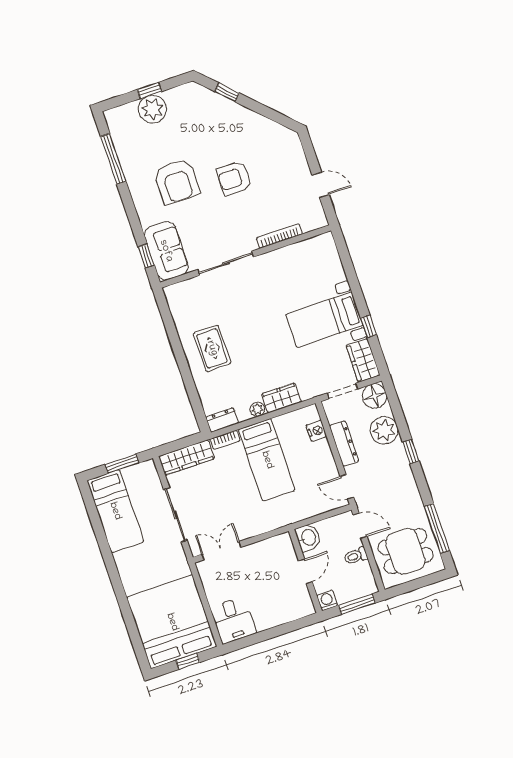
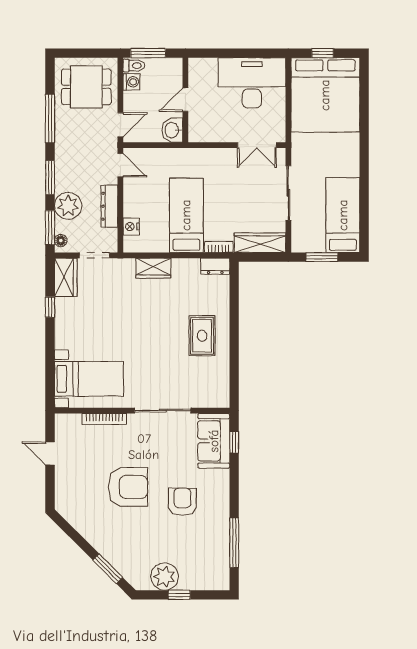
window: (227, 92) -> (108, 569), width x1.50
plant: (152, 109) -> (165, 577), moved
armchair: (234, 178) -> (128, 487), width x1.36, depth x1.36
armchair: (177, 181) -> (182, 502), width x0.73, depth x0.73
bed with nightstands: (324, 320) -> (89, 379), moved
floor lamp: (374, 396) -> (61, 241), width x0.53, depth x0.53
window: (394, 403) -> (50, 228), added
plant: (257, 409) -> (179, 265), removed
window: (411, 452) -> (50, 178), width x1.50
door: (360, 526) -> (120, 125), swing flipped
window: (437, 528) -> (50, 119), moved
toilet: (356, 556) -> (134, 66), moved
washing machine: (327, 600) -> (131, 82), moved, turned -90
desk: (233, 620) -> (252, 83), width x1.87, depth x1.30

